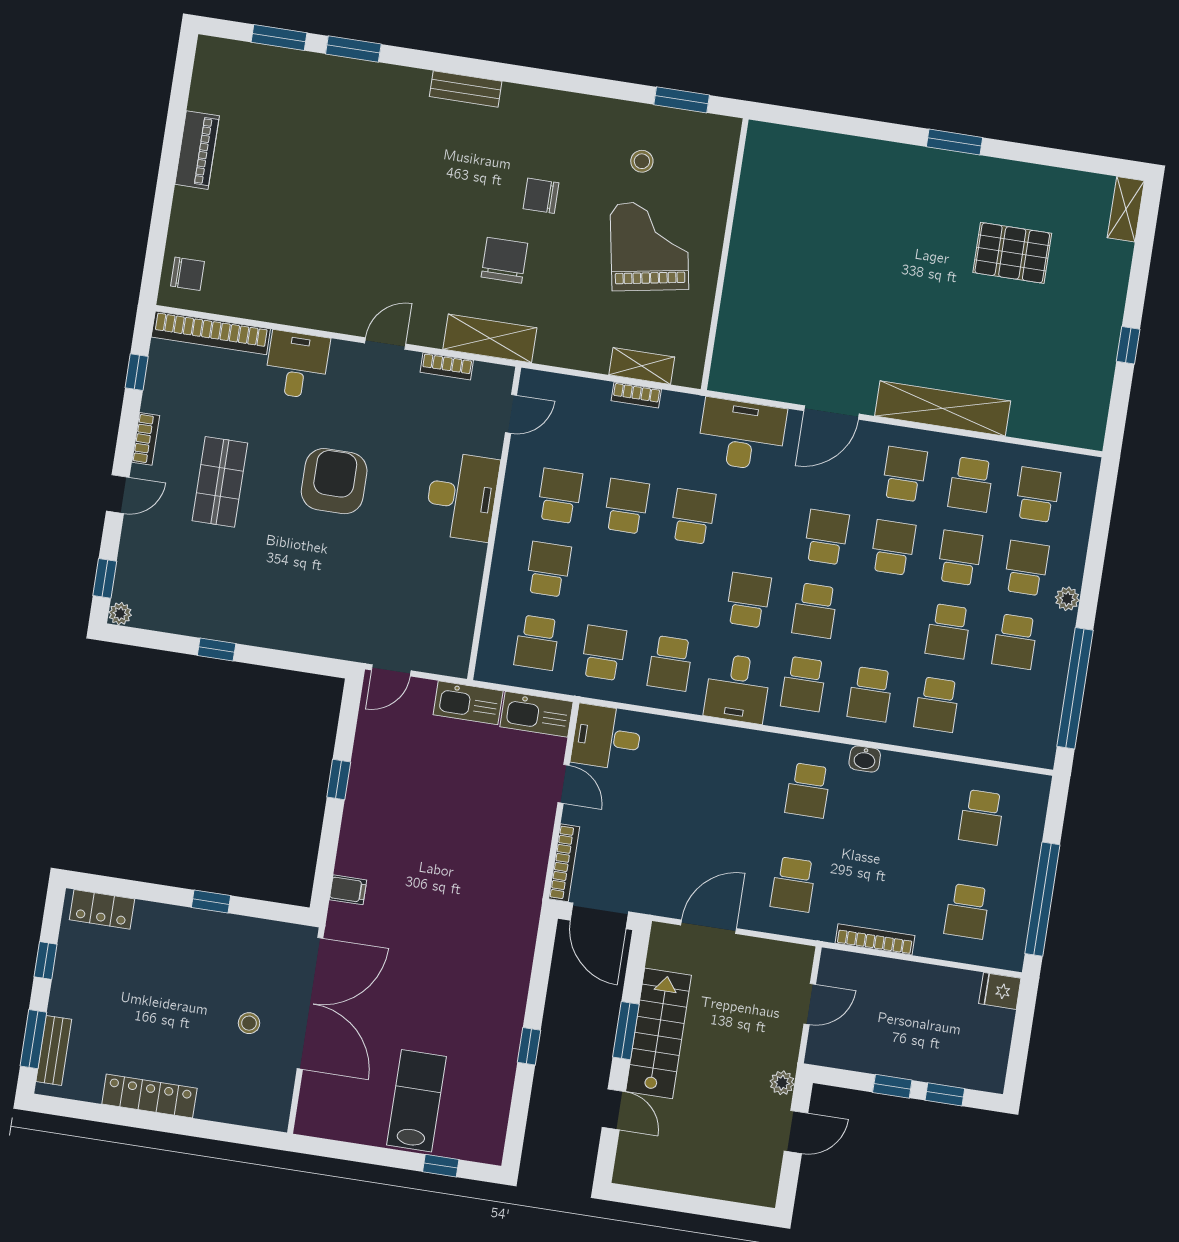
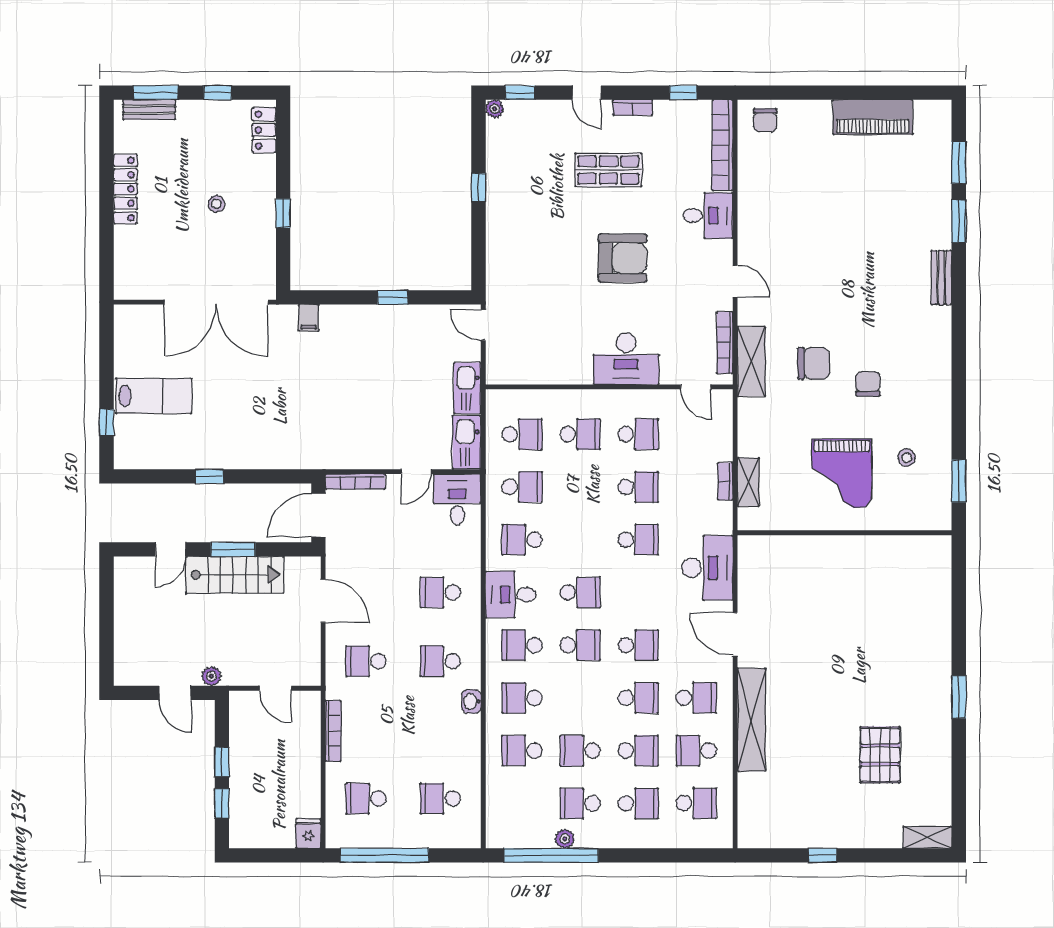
bench: (466, 89) -> (941, 278), moved
piano: (197, 150) -> (873, 117), width x1.37, depth x1.33
grand piano: (649, 246) -> (842, 474), turned 100
bookcase: (447, 366) -> (725, 343), width x1.56
plant: (1067, 599) -> (565, 839), moved
school desk: (815, 611) -> (580, 645), turned 180
school desk: (537, 643) -> (522, 434), turned 180
school desk: (721, 777) -> (440, 592), added
stool: (249, 1023) -> (216, 204), moved

